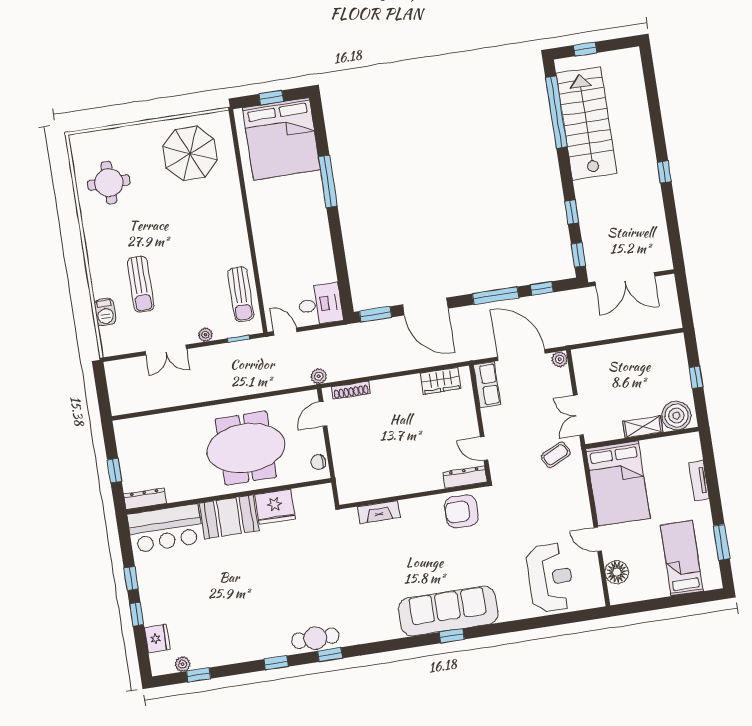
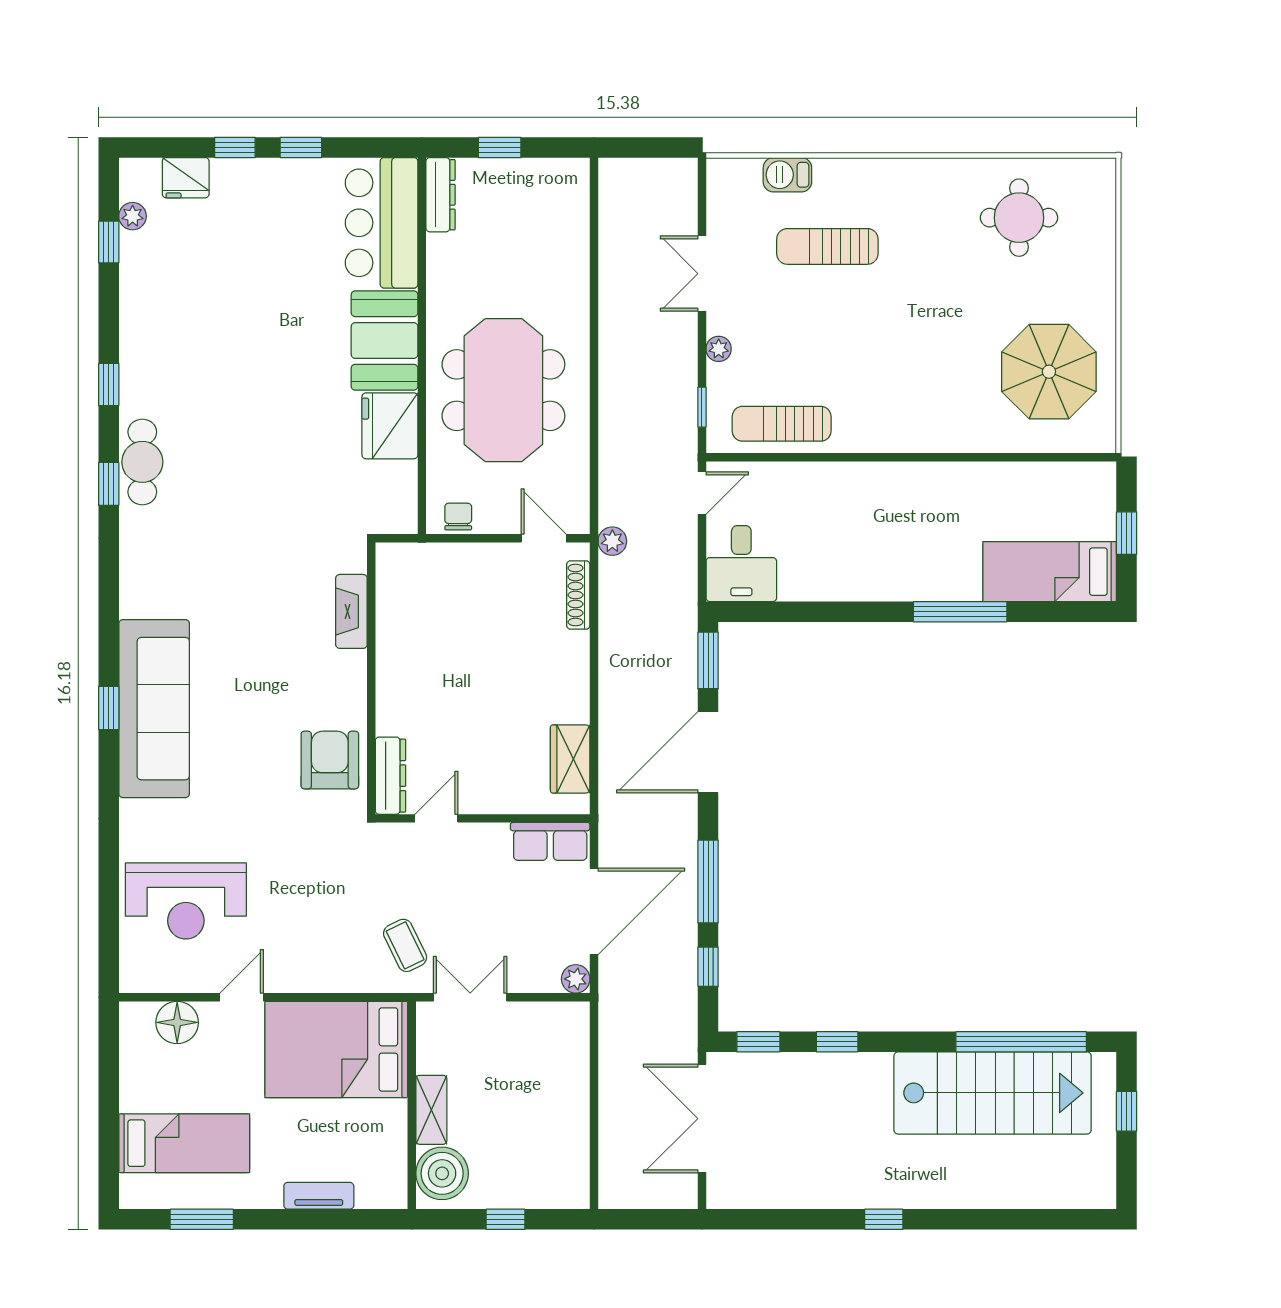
bed: (281, 139) -> (1050, 572), width x0.49

